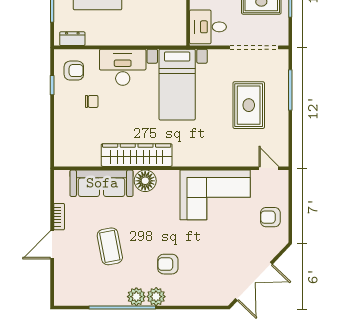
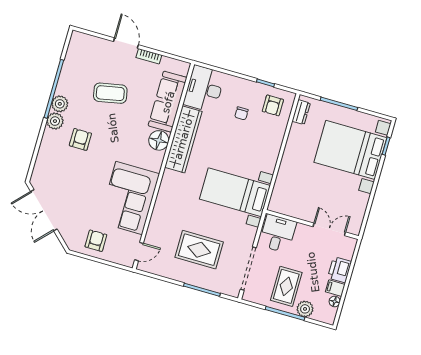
desk: (123, 67) -> (204, 89), moved, turned 180

